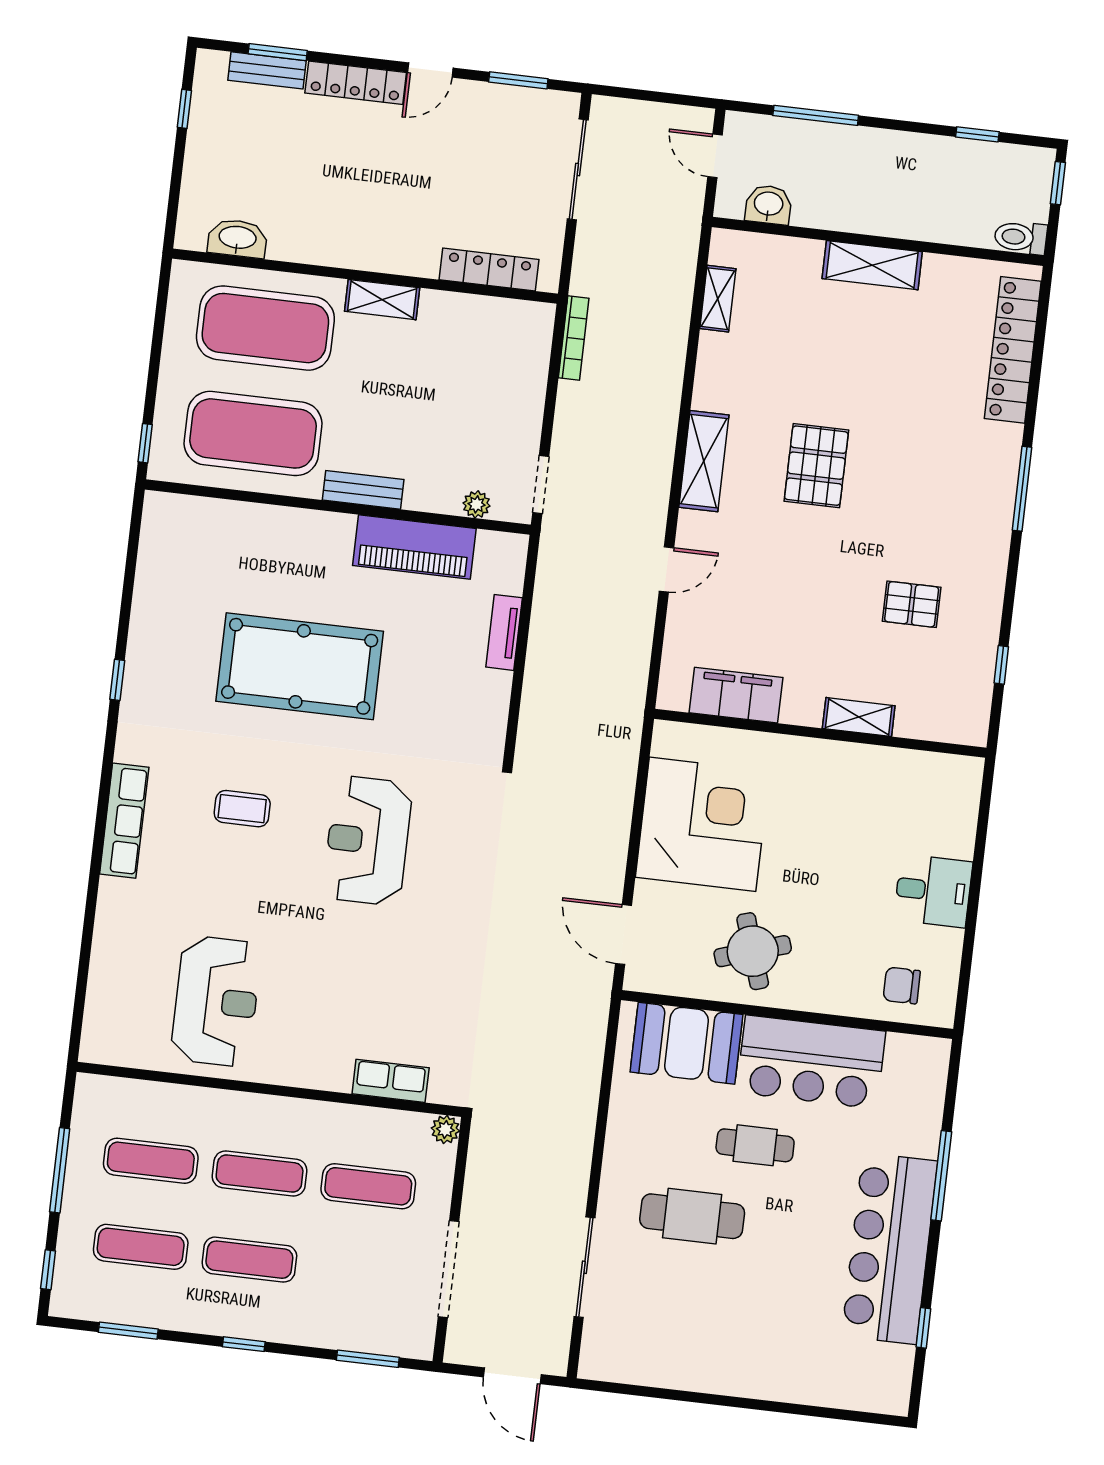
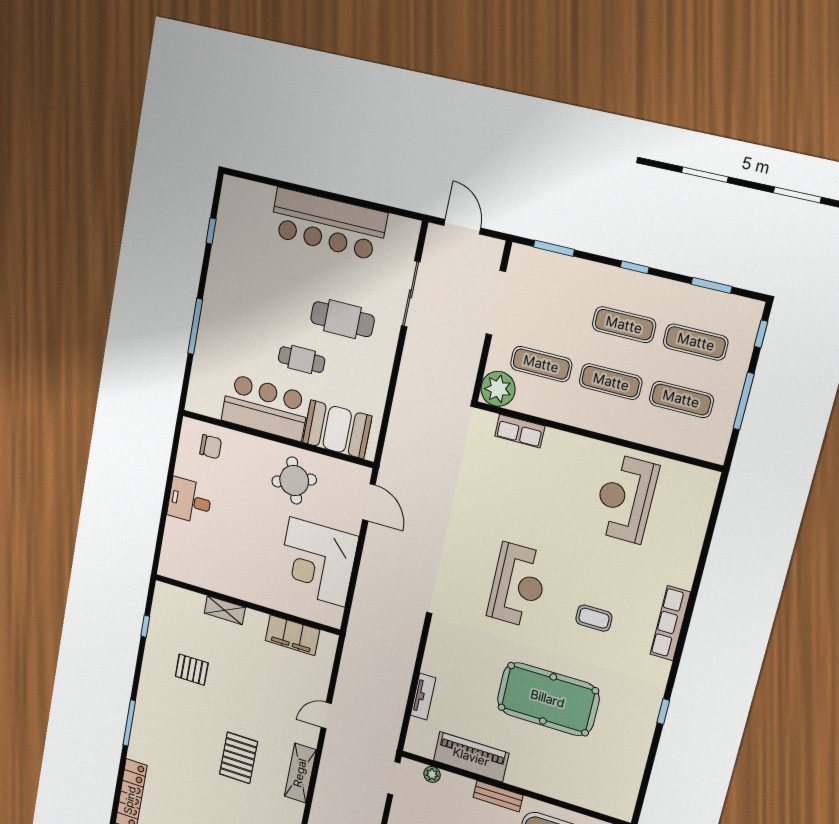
plant: (445, 1130) -> (498, 389), width x1.87, depth x1.87
bar counter: (890, 1248) -> (328, 224), moved, turned 90

